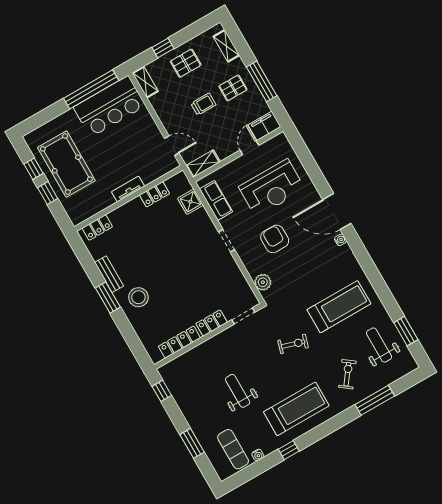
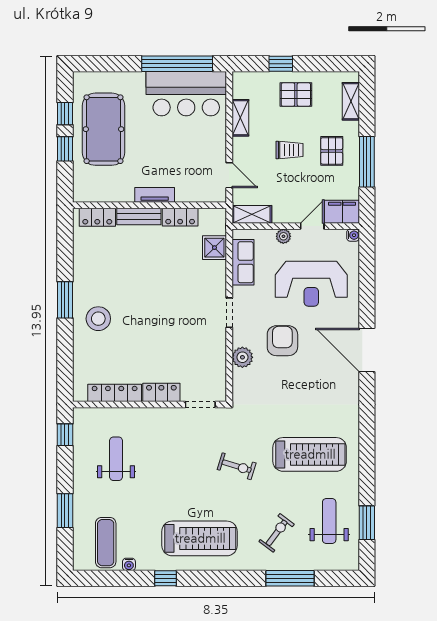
shelving: (145, 82) -> (240, 118), moved
pallet: (233, 88) -> (332, 151), turned 90
plant: (234, 166) -> (283, 236), added
water cooler: (340, 240) -> (353, 235), moved
bench: (109, 274) -> (139, 216), moved, turned 90
plant: (263, 282) -> (242, 357), moved
weight bench: (238, 391) -> (116, 459), moved

